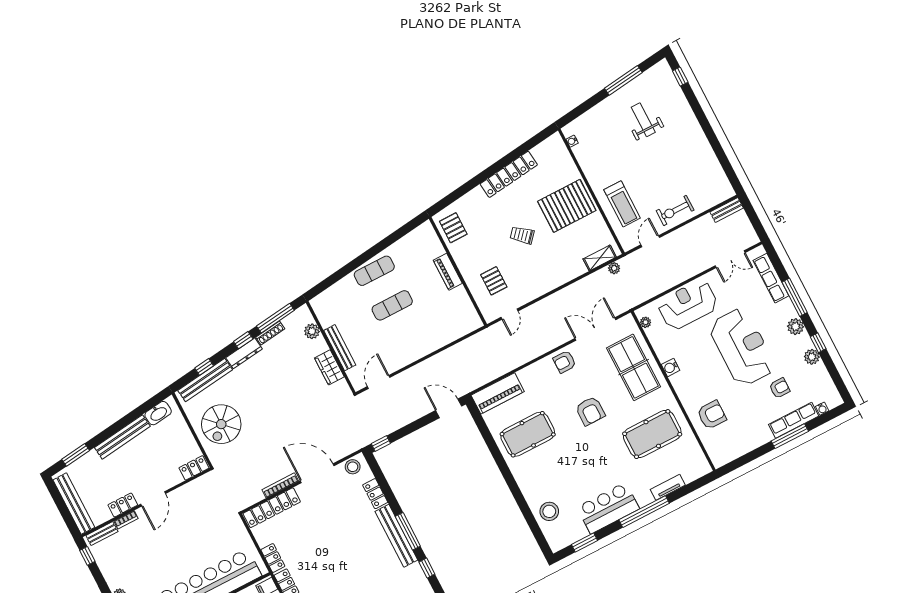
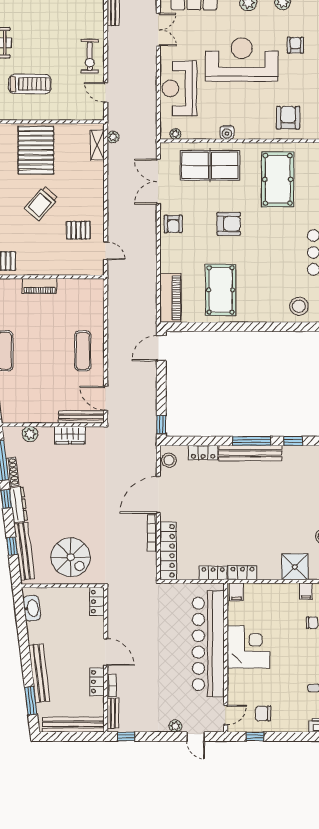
treadmill: (622, 204) -> (30, 84), moved
trolley: (522, 235) -> (41, 203), width x1.36, depth x1.39
pallet: (494, 281) -> (78, 230), moved
exercise mat: (392, 305) -> (83, 351), moved
bench: (340, 348) -> (81, 417), moved
bench: (122, 437) -> (39, 673), moved

